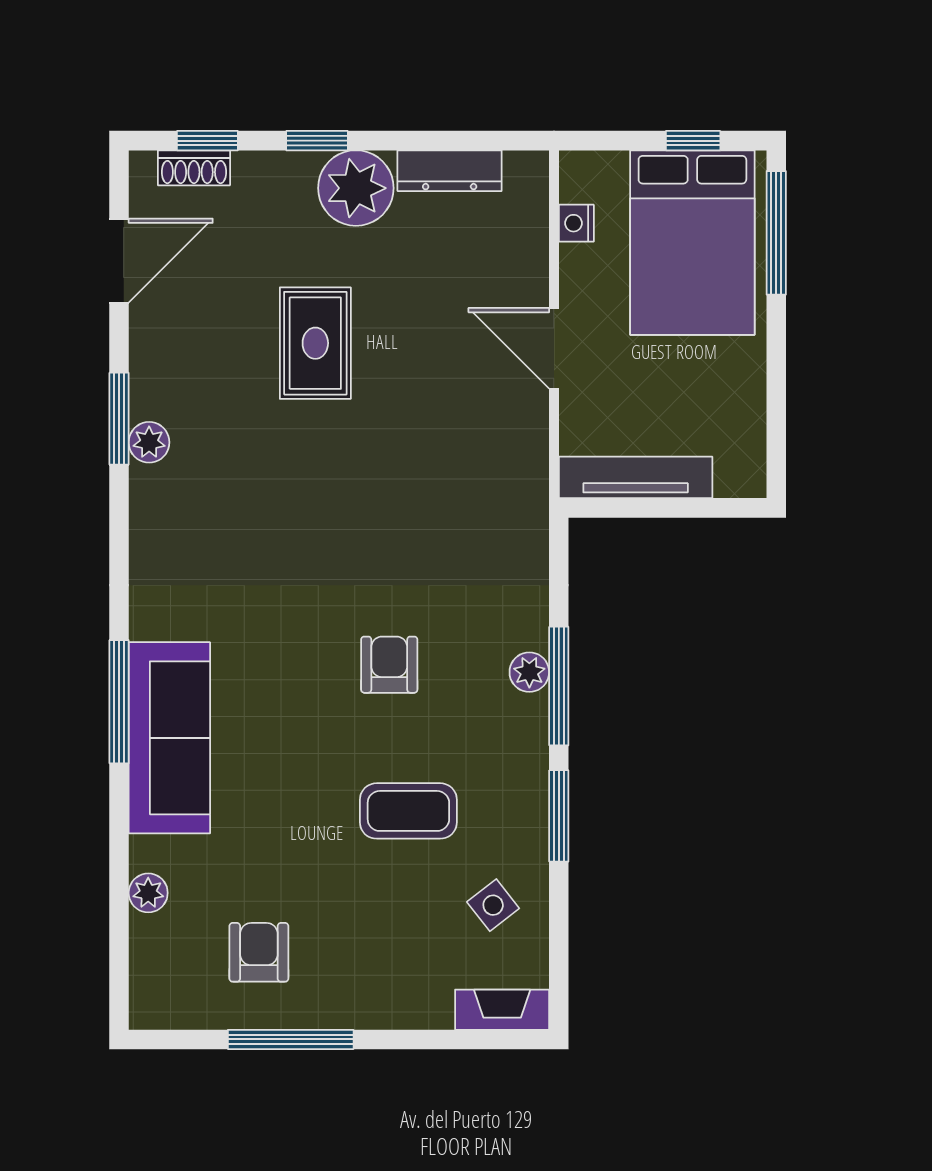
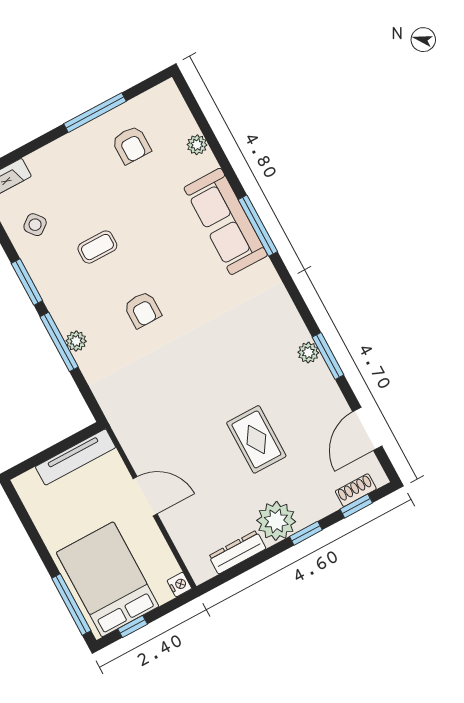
nightstand: (576, 223) -> (179, 585), moved
coffee table: (408, 811) -> (97, 247), width x0.73, depth x0.77

